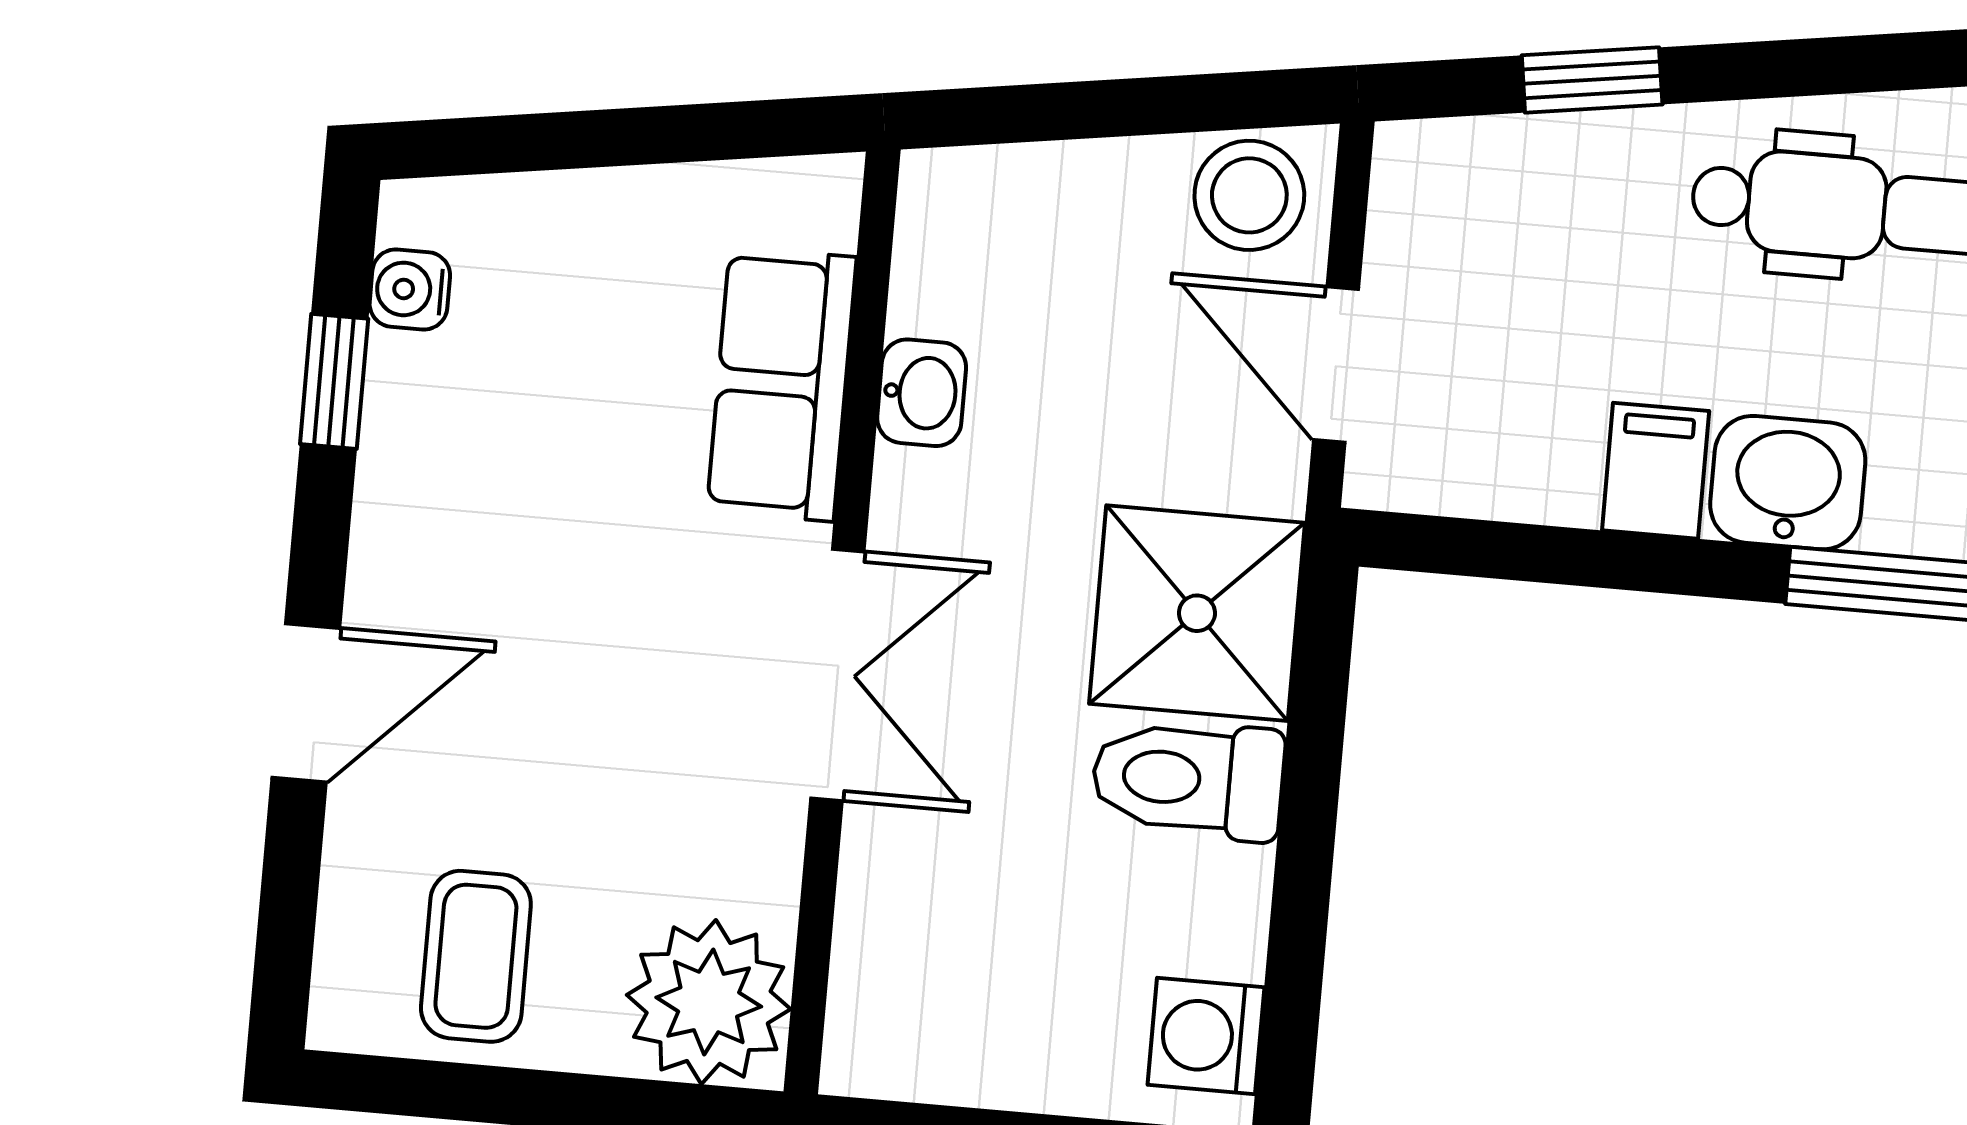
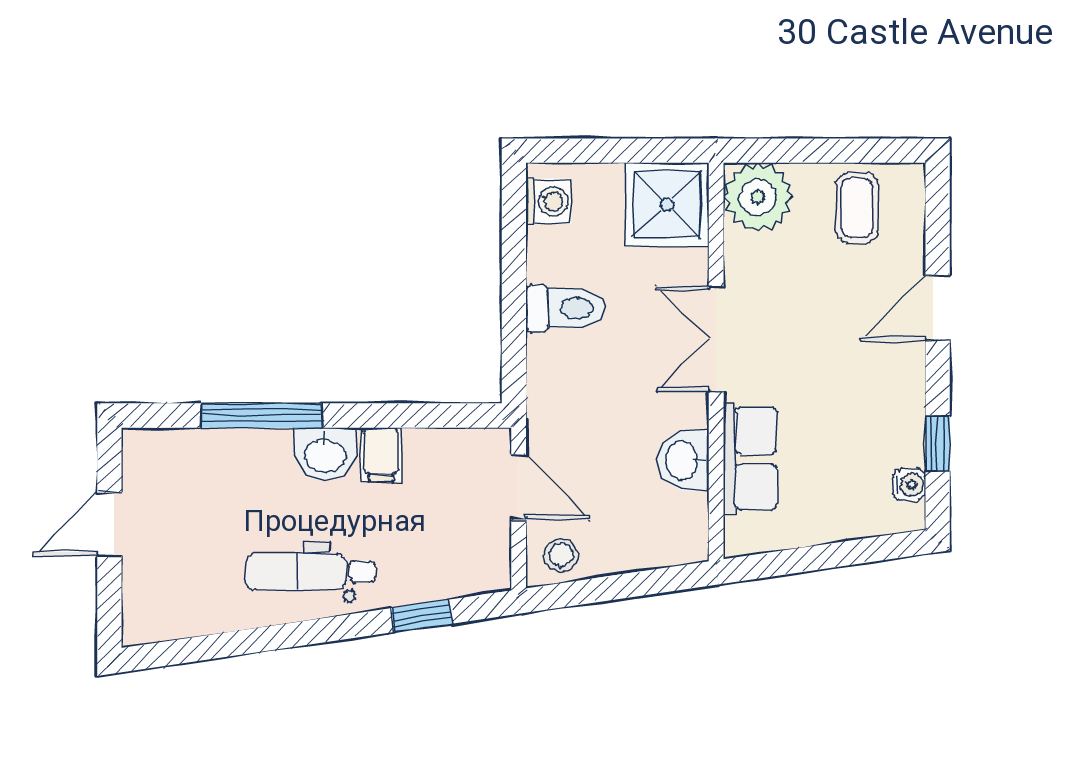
stool: (1249, 195) -> (561, 555), width x0.73, depth x0.73
washbasin: (922, 393) -> (683, 460), width x1.38, depth x1.45
shower: (1197, 613) -> (667, 205), moved

